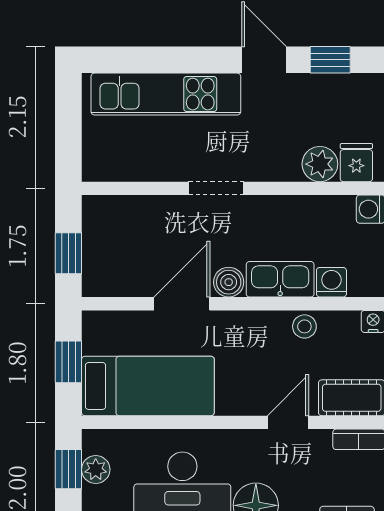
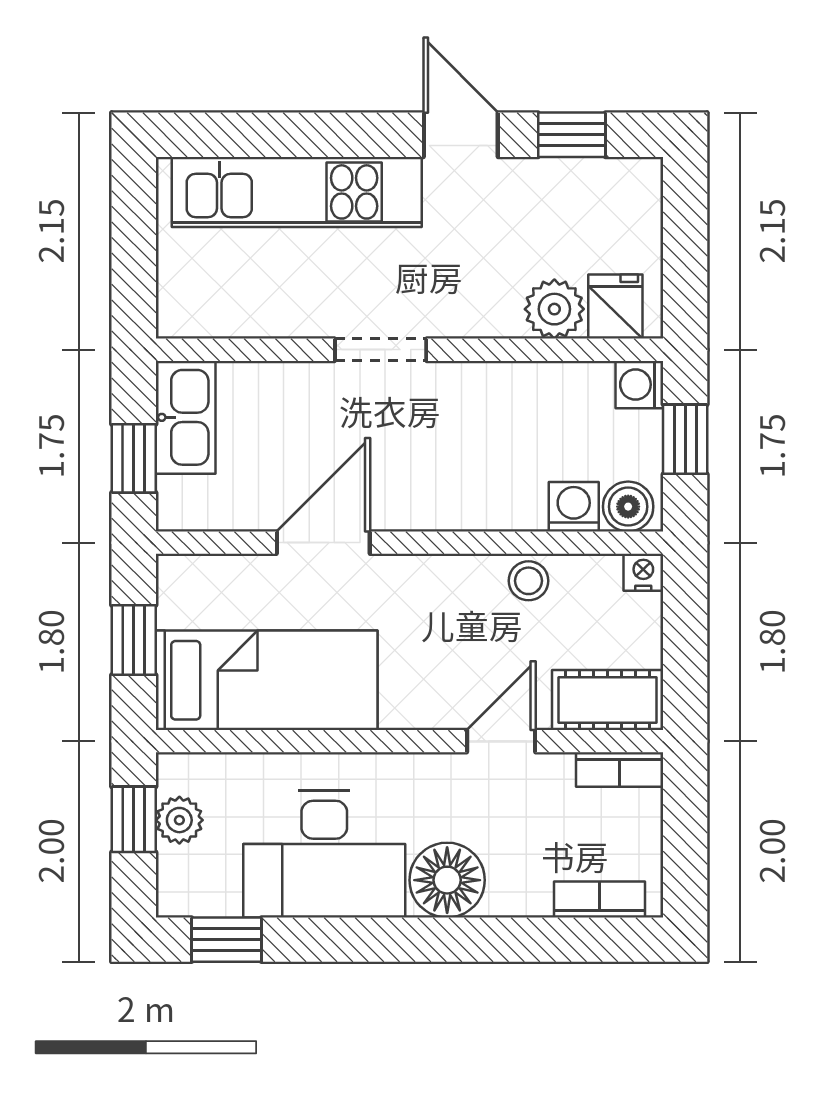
kitchen sink: (280, 279) -> (186, 417), moved, turned 90
boiler: (229, 282) -> (628, 507), moved

